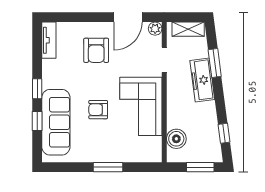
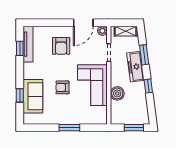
tv unit: (49, 40) -> (28, 44), width x1.41
window: (37, 89) -> (20, 48), moved
sofa: (56, 122) -> (33, 96), width x0.73
window: (224, 133) -> (148, 86), moved
boiler: (176, 139) -> (117, 93), moved

